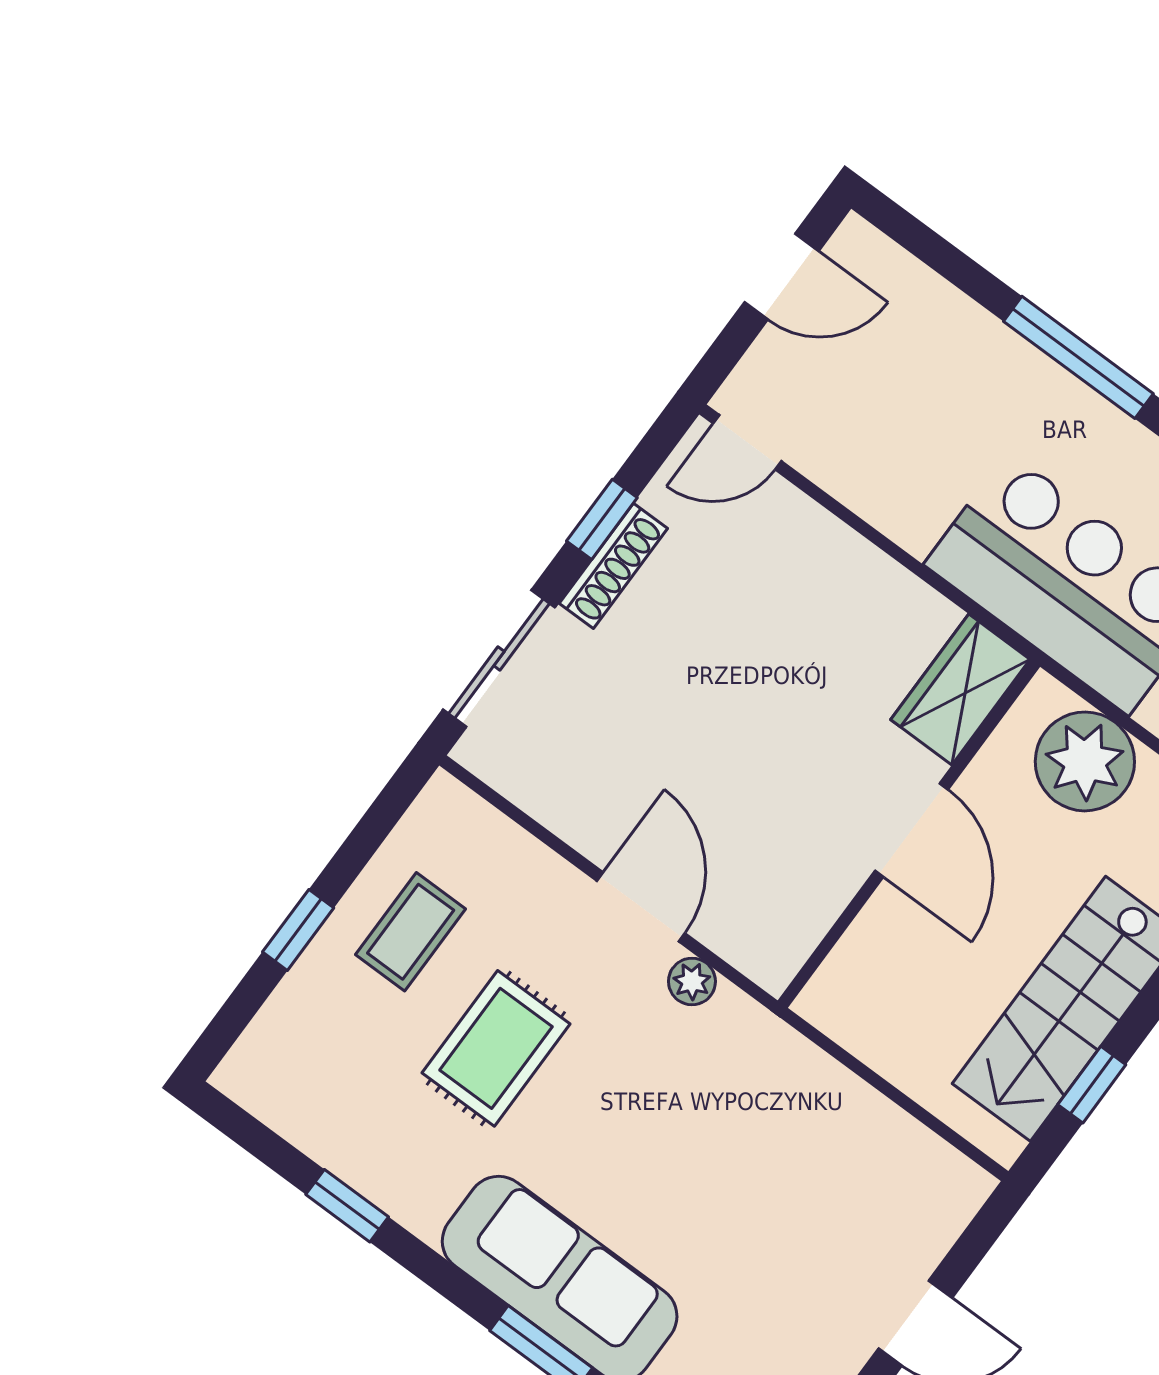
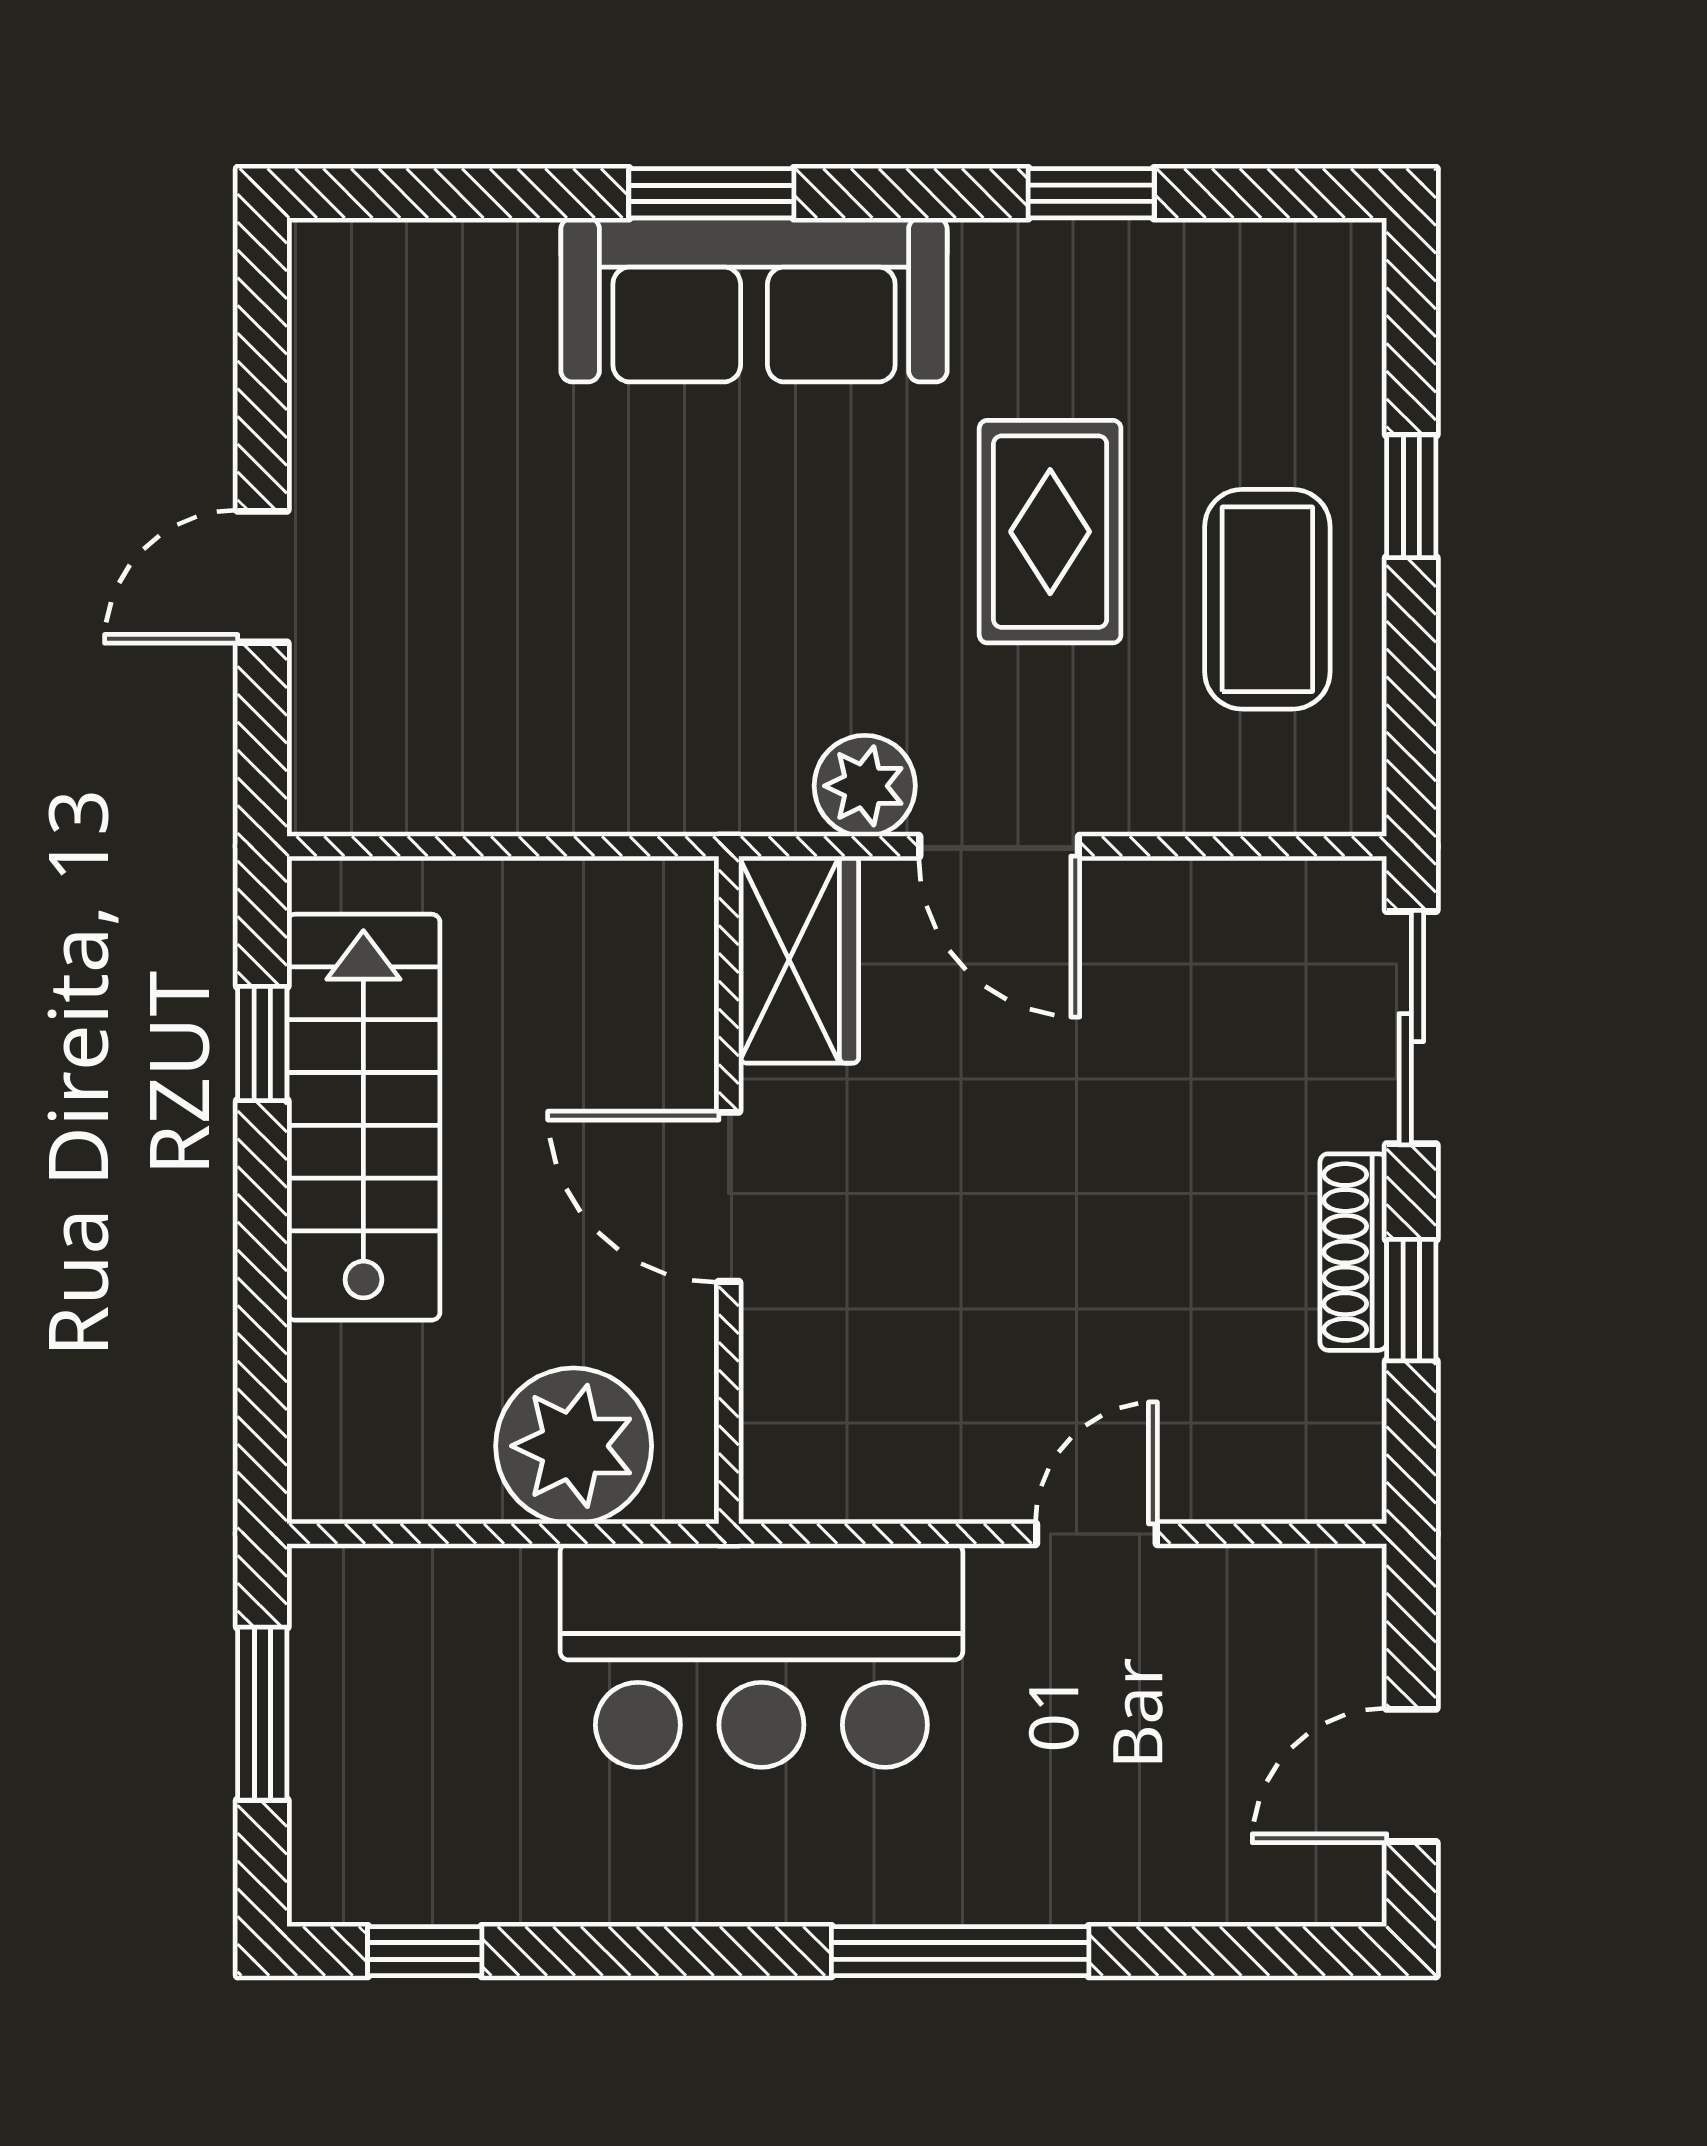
door: (747, 442) -> (1096, 1534), moved
wardrobe: (960, 689) -> (799, 960), moved
coffee table: (411, 932) -> (1267, 599), width x1.36, depth x1.30
plant: (692, 982) -> (865, 786), width x1.38, depth x1.38

